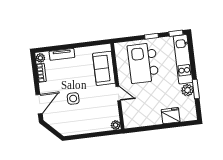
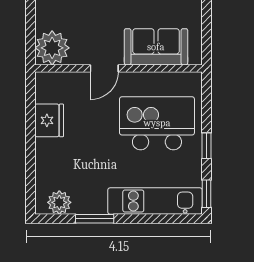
plant: (188, 90) -> (59, 202), moved
fridge: (171, 116) -> (49, 120), moved
plant: (116, 125) -> (52, 48), width x1.88, depth x1.88

